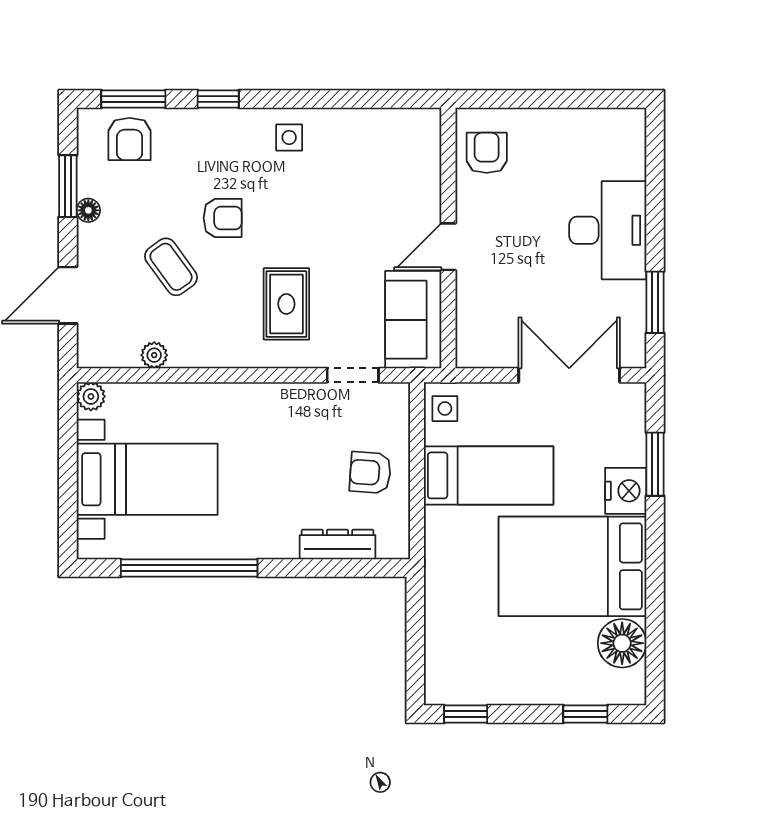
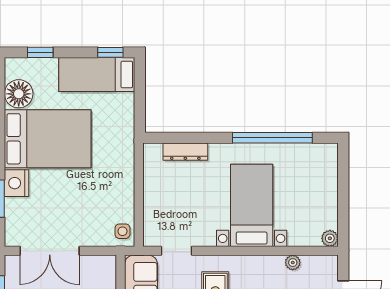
armchair: (370, 473) -> (166, 194), removed
bed: (489, 475) -> (97, 75), moved
bed with nightstands: (147, 479) -> (252, 205), moved, turned 90

